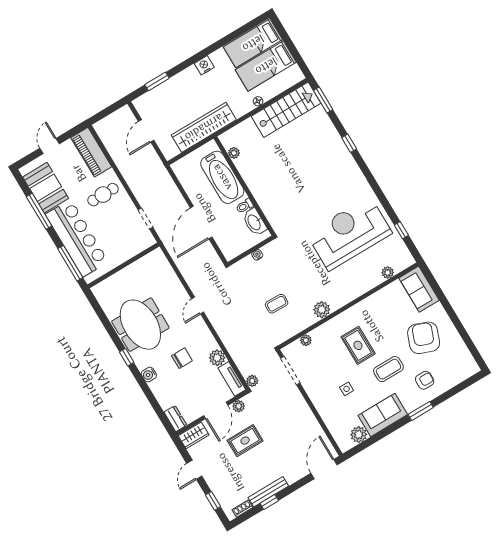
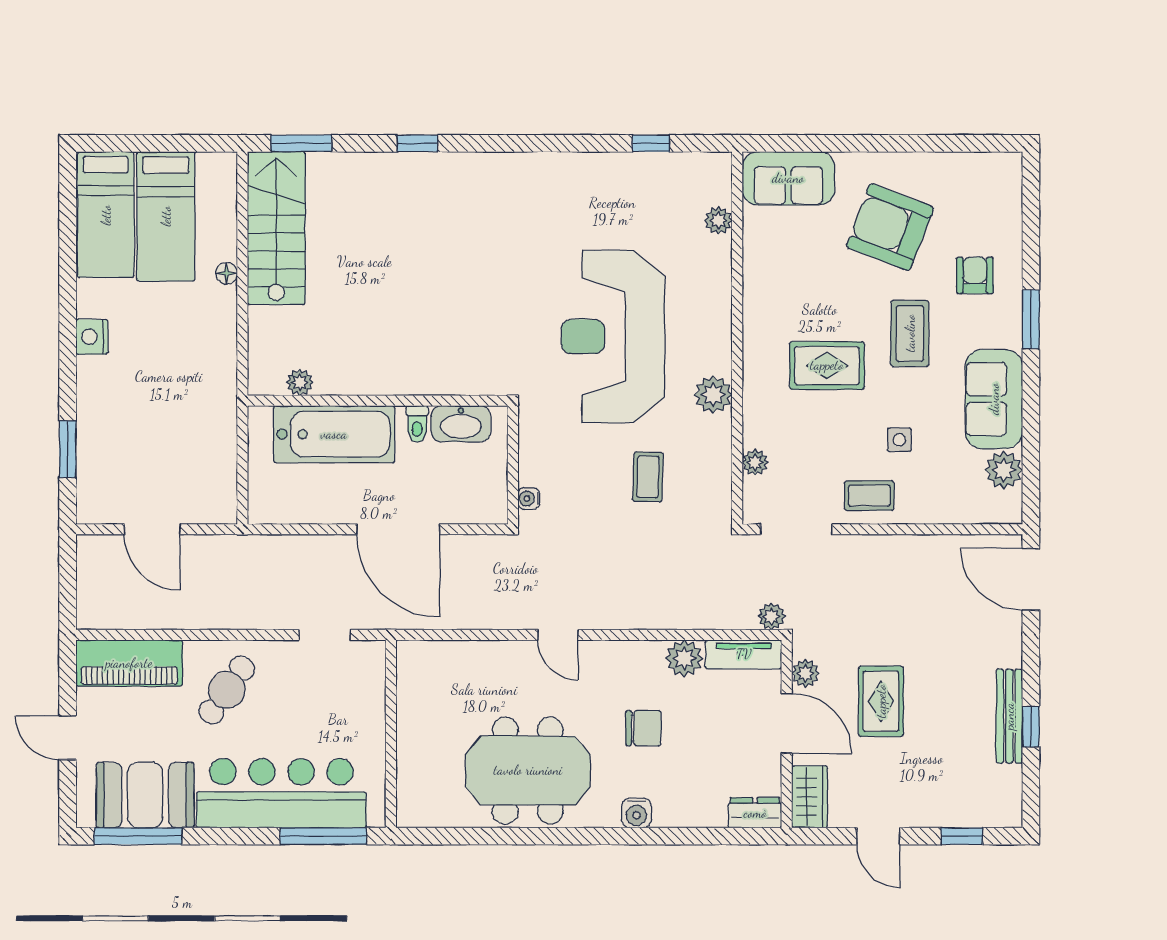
wardrobe: (204, 127) -> (214, 411), removed
cafe table: (103, 195) -> (227, 690), turned 35
window: (39, 211) -> (138, 836), moved
reception desk: (349, 233) -> (613, 337), moved
water cooler: (257, 255) -> (529, 499), moved
window: (127, 357) -> (576, 836), removed
chair: (182, 358) -> (643, 728), turned 90
coffee table: (319, 390) -> (869, 496), added
shoe rack: (242, 509) -> (1012, 787), removed

